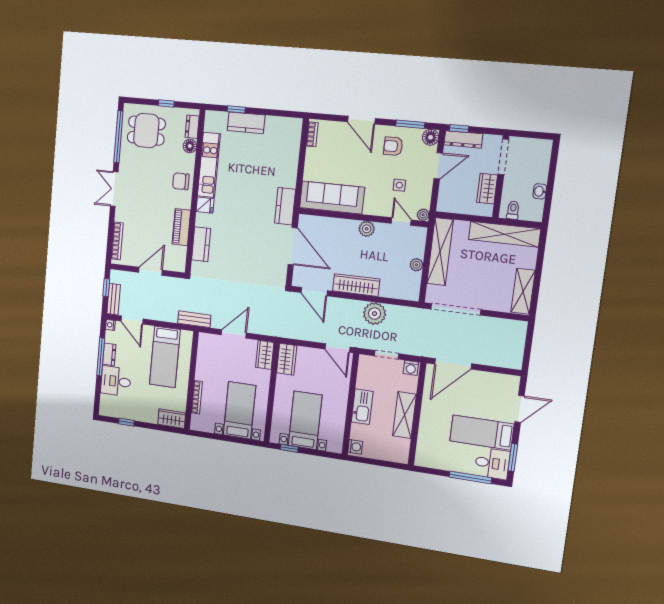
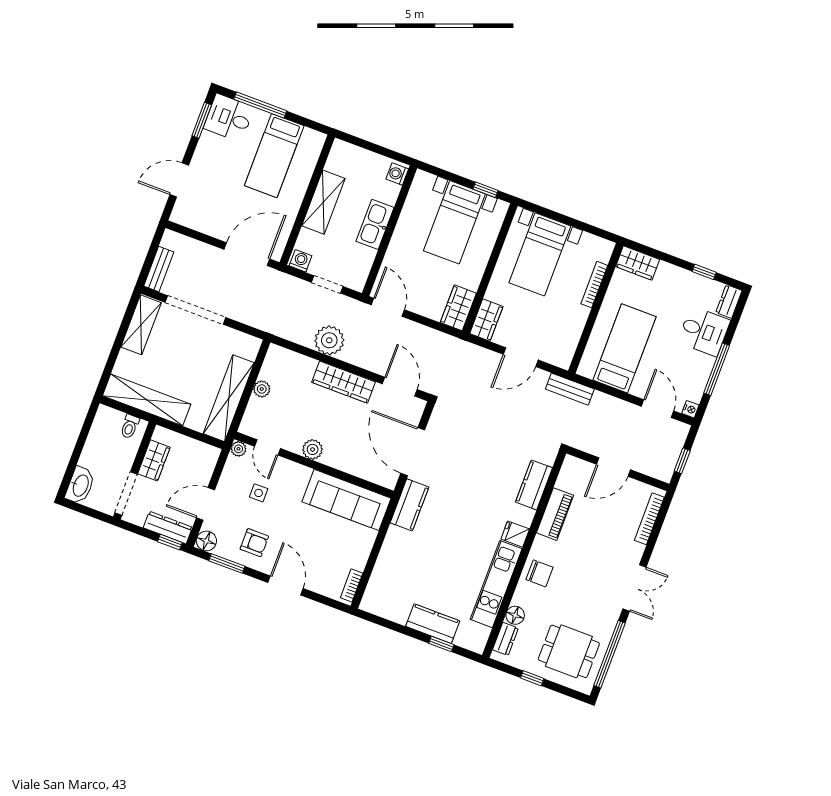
washbasin: (540, 191) -> (80, 485), moved, width x1.91, depth x1.45
bench: (114, 299) -> (159, 269), moved
doorway: (456, 309) -> (195, 310), moved
dresser: (109, 354) -> (729, 302), moved
bed: (482, 432) -> (274, 156), moved, turned 90

